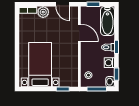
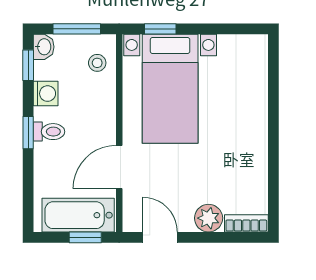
bathtub: (107, 21) -> (78, 215), moved, turned -90
door: (79, 33) -> (119, 167), hinge flipped
bed with nightstands: (40, 65) -> (170, 89), moved

